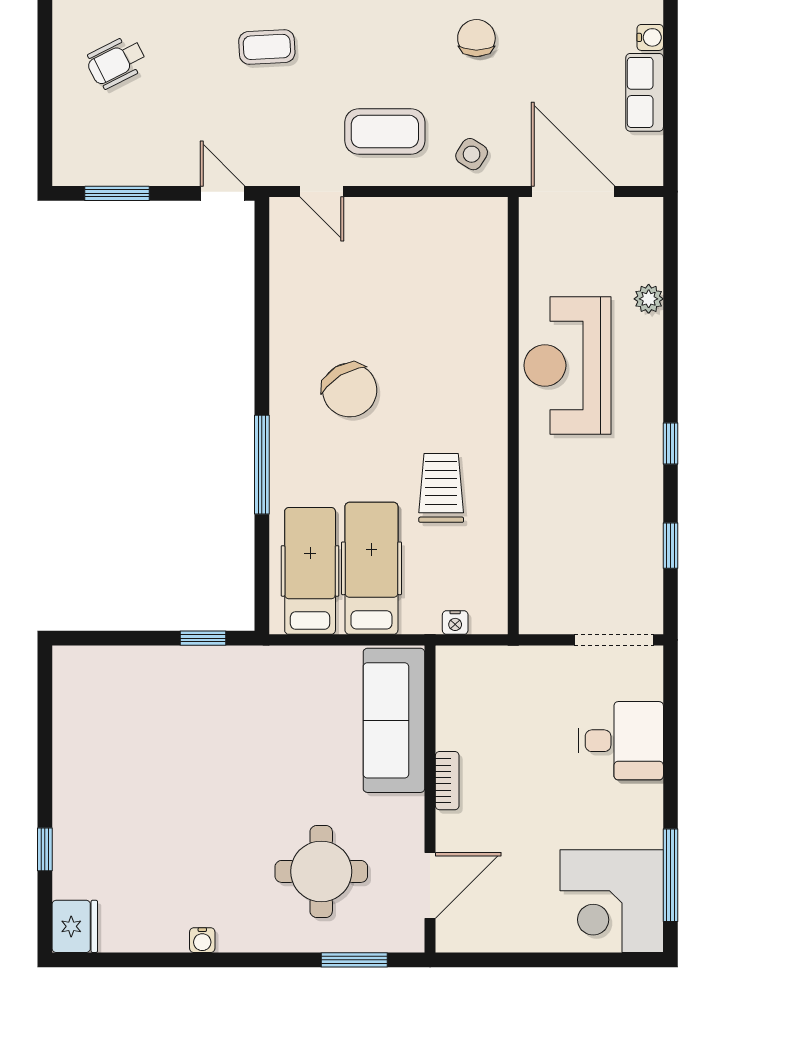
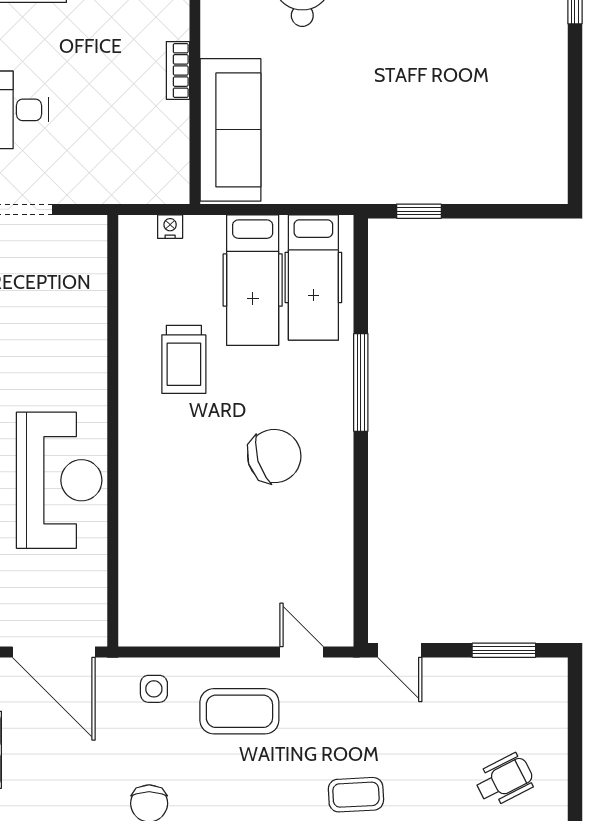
side table: (472, 154) -> (154, 689), turned -32
chair: (350, 390) -> (274, 456), turned 104

